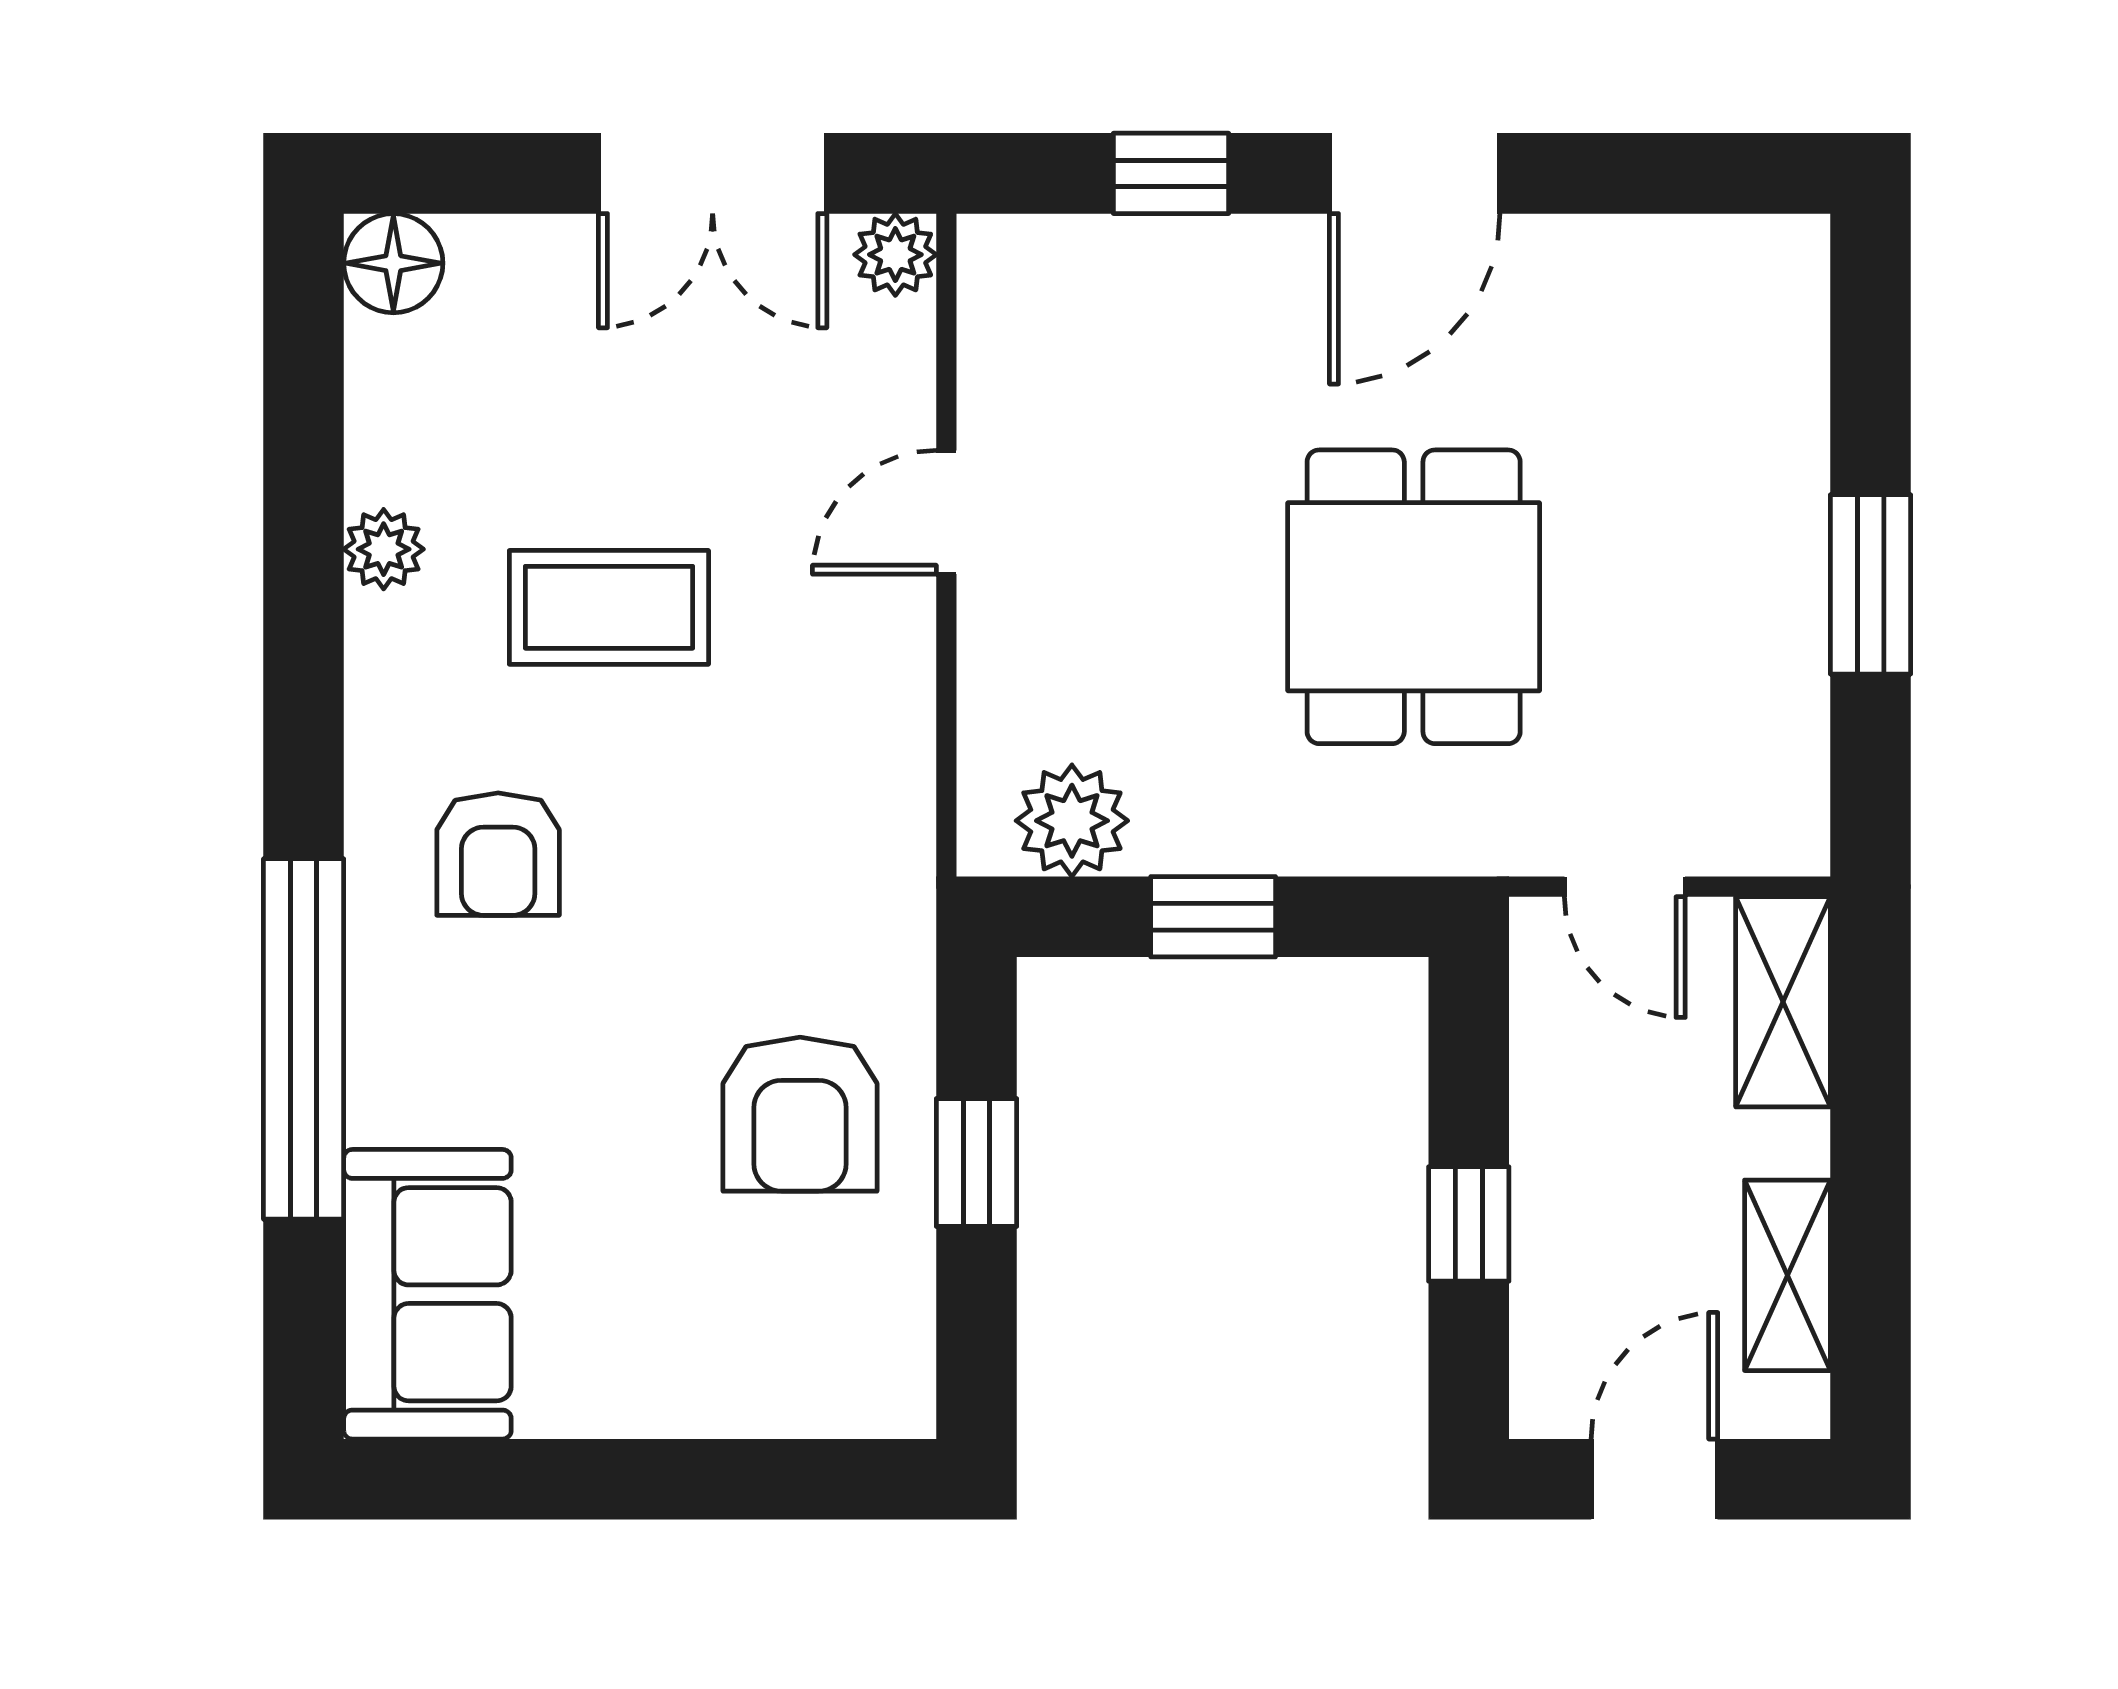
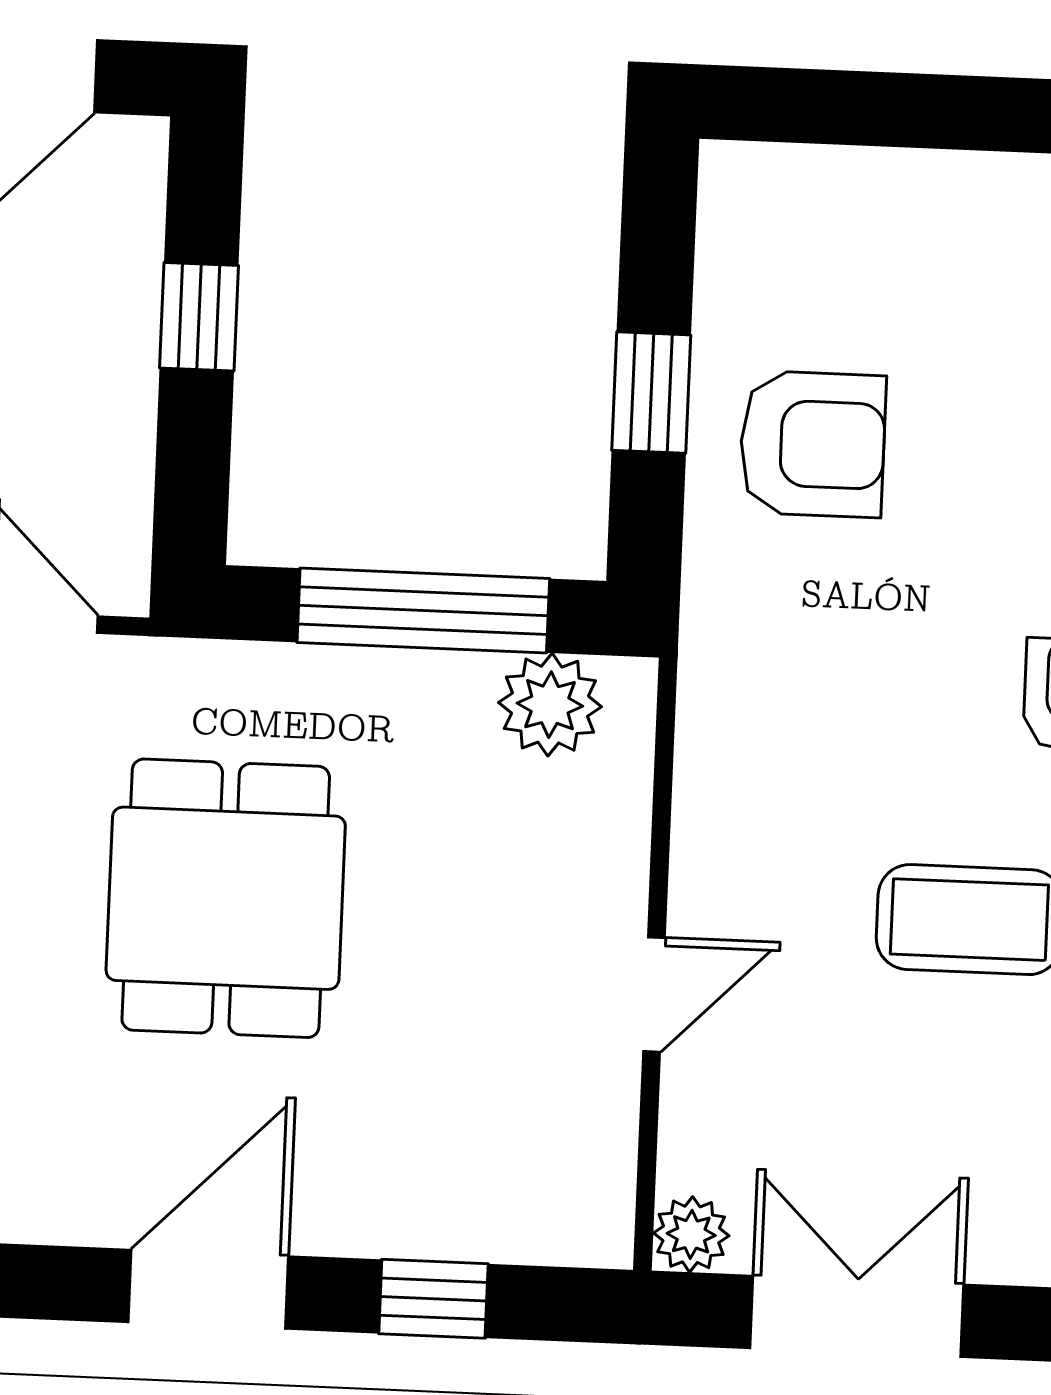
window: (1213, 917) -> (423, 610), width x2.17
armchair: (800, 1114) -> (813, 444), turned 90

